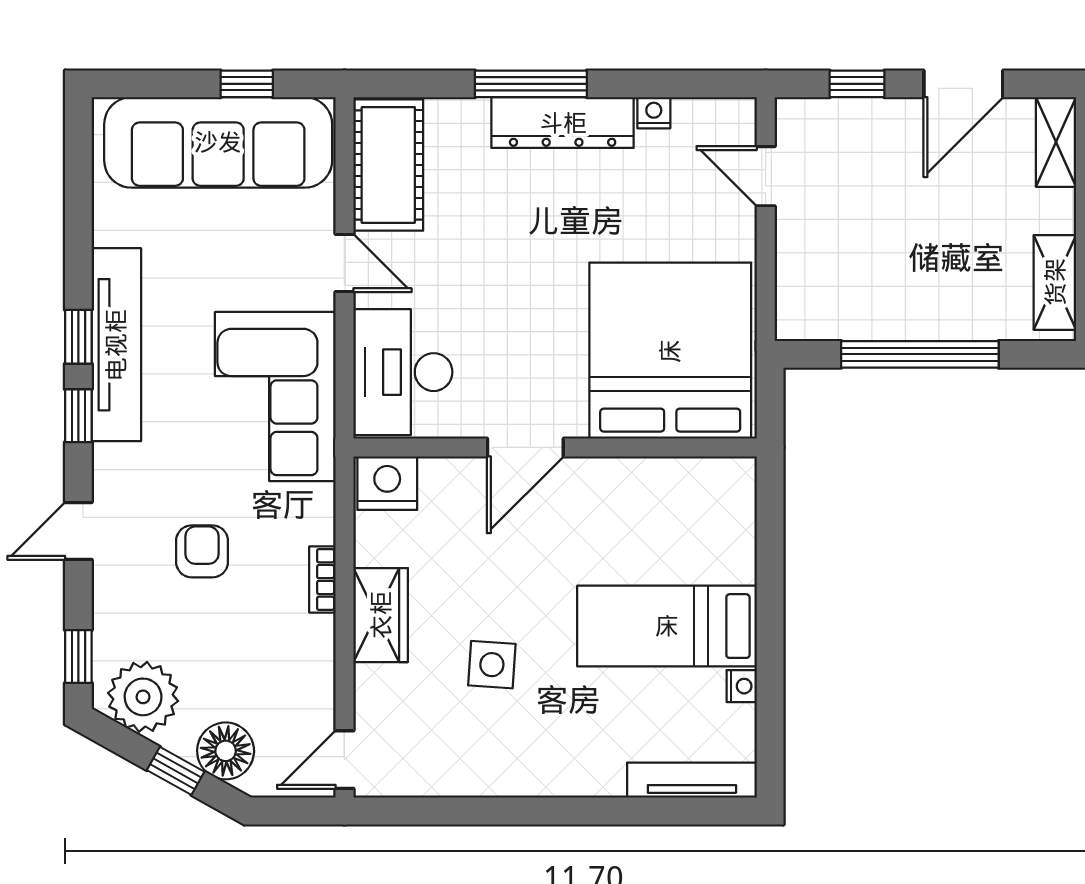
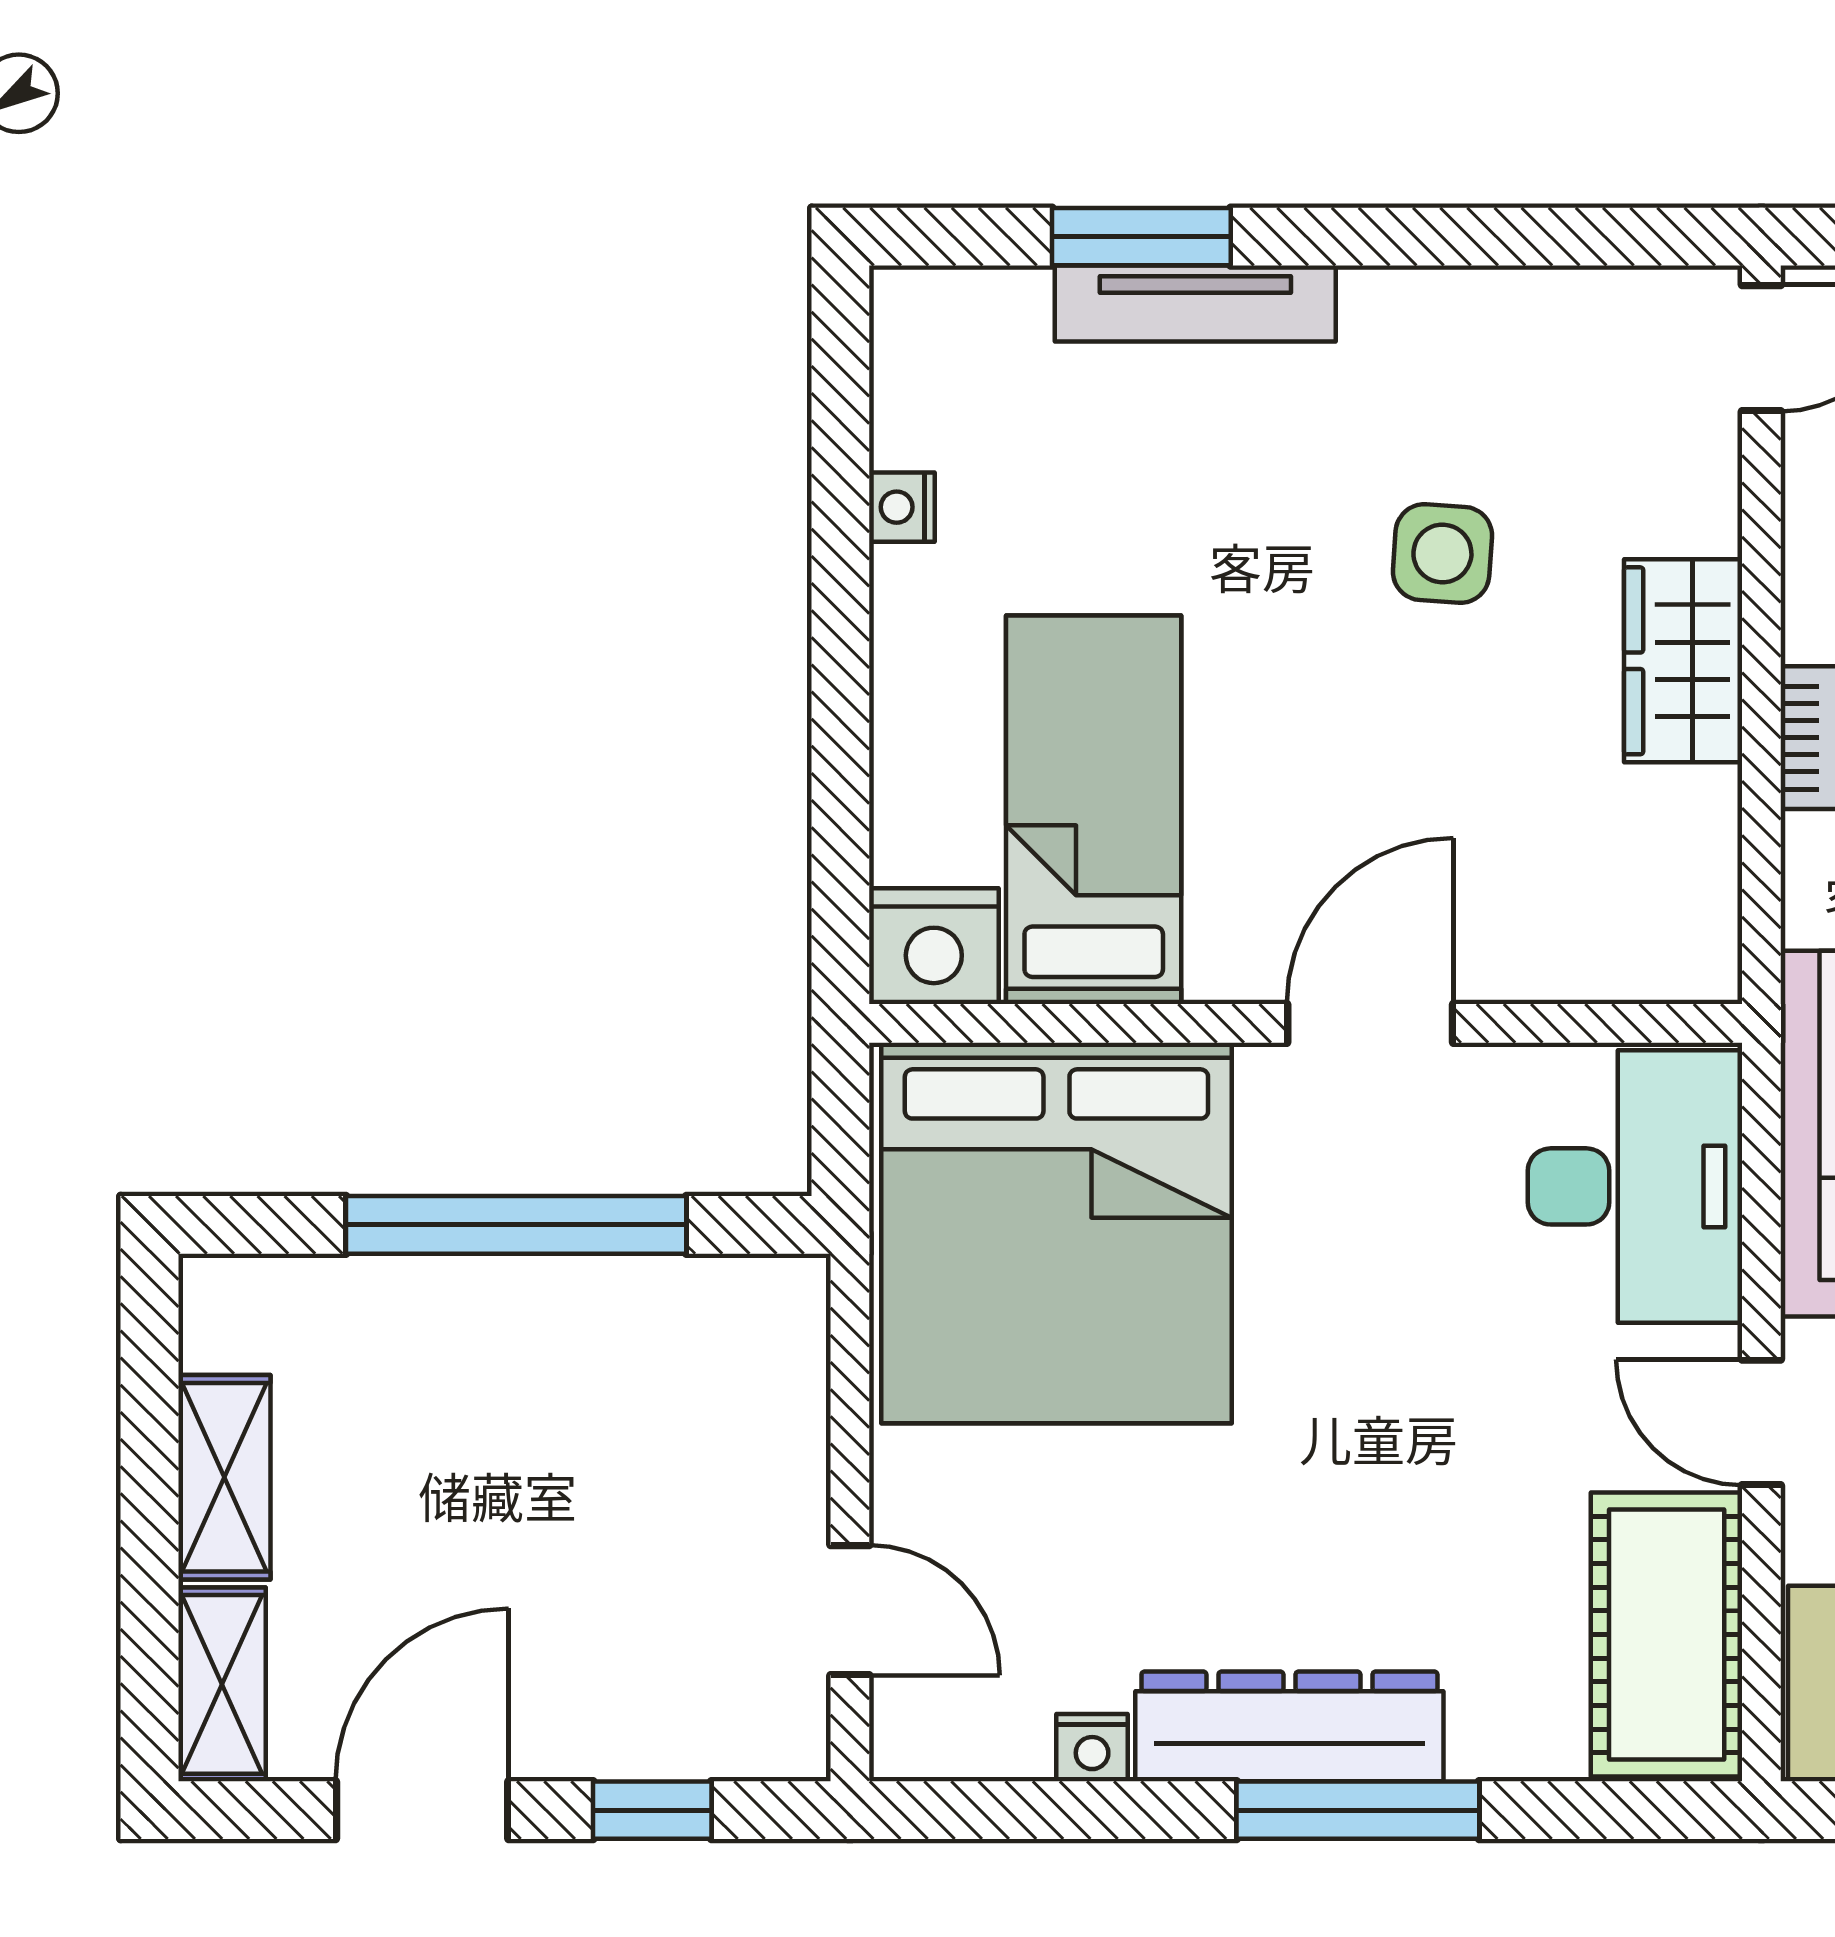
shelving: (1055, 282) -> (224, 1477), moved
nightstand: (387, 483) -> (934, 946), moved
bed: (667, 626) -> (1094, 810), moved, turned -90
tv unit: (692, 780) -> (1195, 304), moved
window: (631, 811) -> (1141, 237), added

